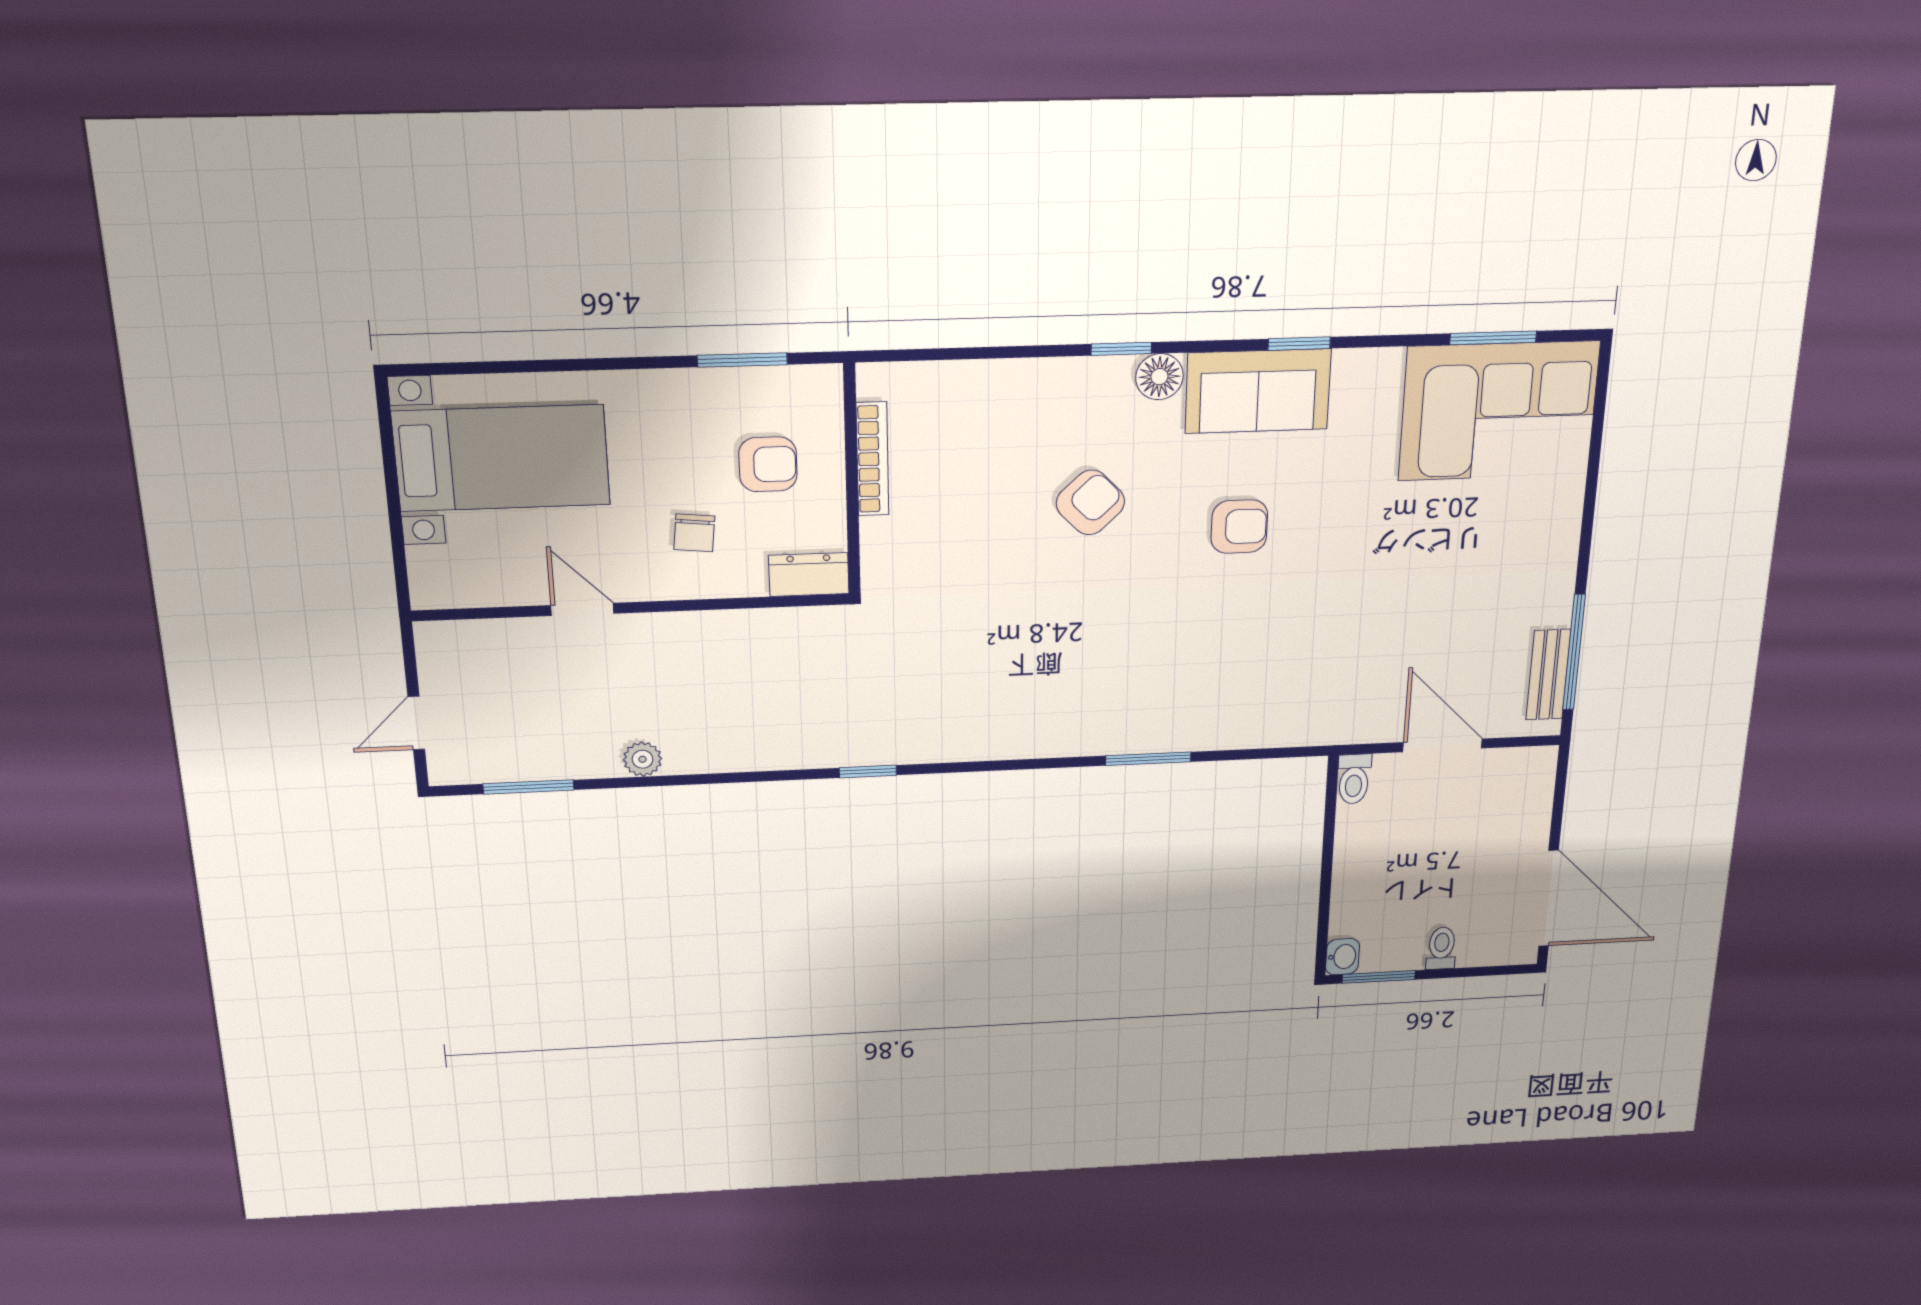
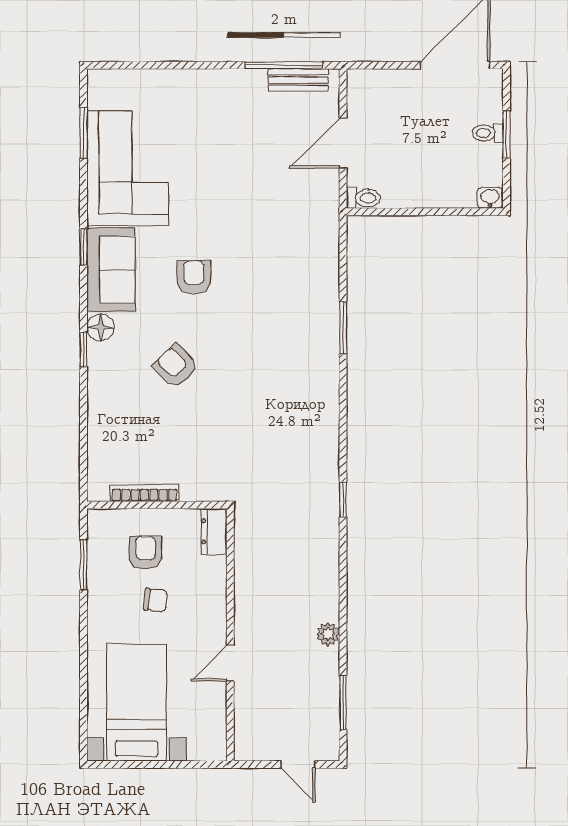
corner sofa: (1499, 411) -> (128, 168), moved
chair: (694, 533) -> (156, 600), moved
window: (1379, 977) -> (506, 135), moved

